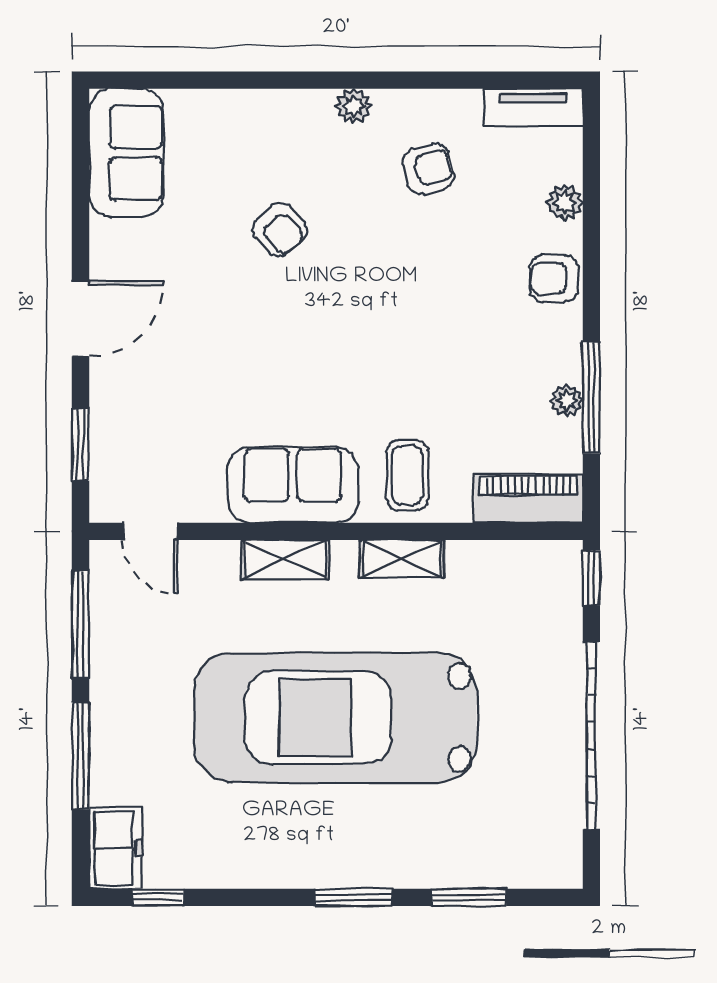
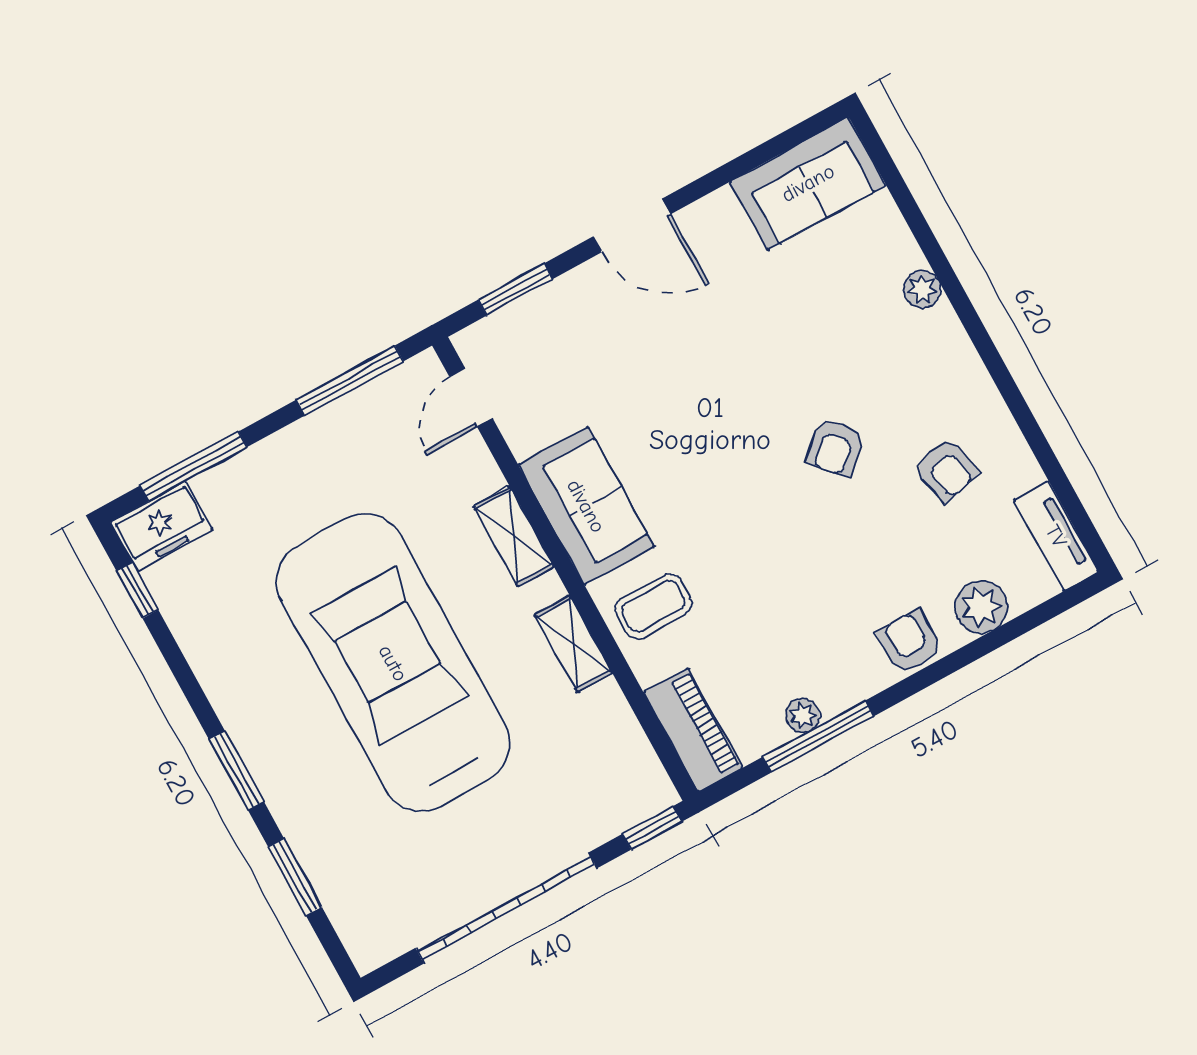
plant: (353, 106) -> (922, 289), moved
plant: (565, 202) -> (981, 607), width x1.38, depth x1.38
armchair: (280, 230) -> (835, 448), moved
window: (81, 756) -> (193, 466), moved

